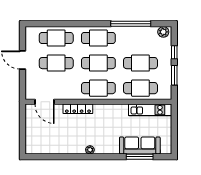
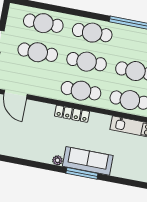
locker: (78, 109) -> (72, 114), moved
sofa: (140, 145) -> (88, 161), moved
window: (140, 157) -> (82, 173), moved

